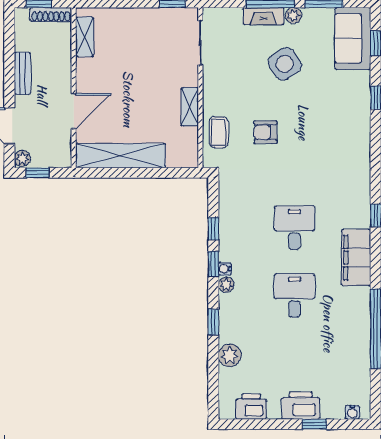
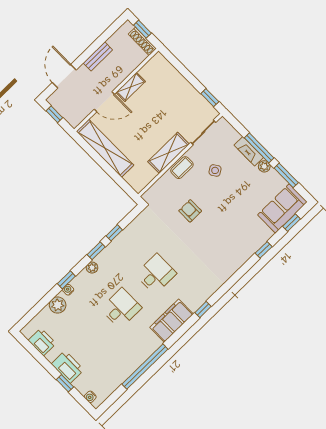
shelving: (85, 37) -> (131, 87), moved
side table: (285, 64) -> (215, 170), moved, width x0.54, depth x0.54
shelving: (190, 107) -> (169, 153), width x1.50, depth x1.33
coffee table: (219, 132) -> (182, 168), moved
plant: (22, 158) -> (54, 99), removed
water cooler: (225, 269) -> (68, 290), moved

